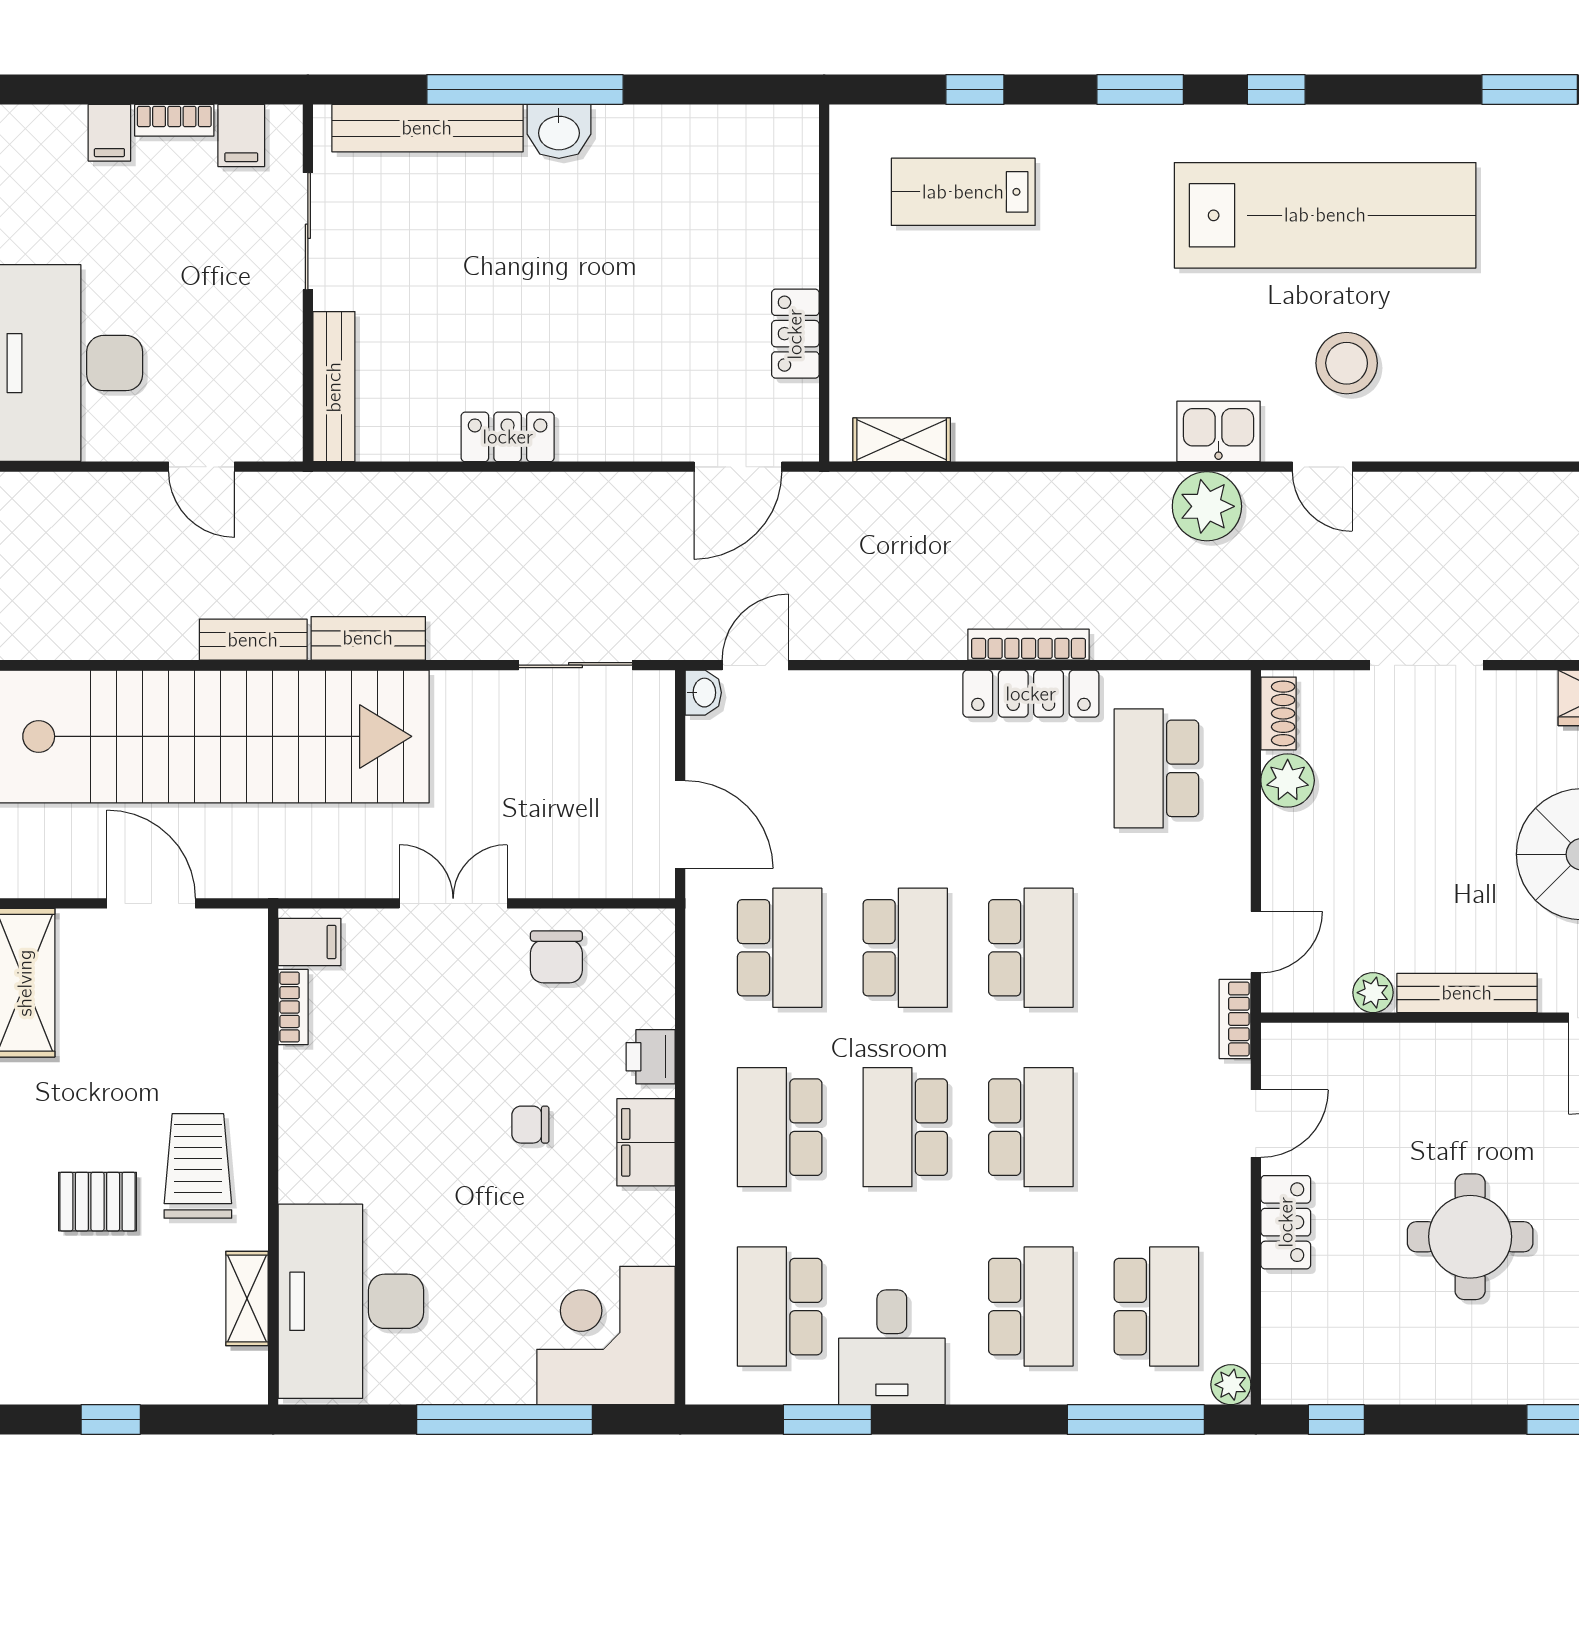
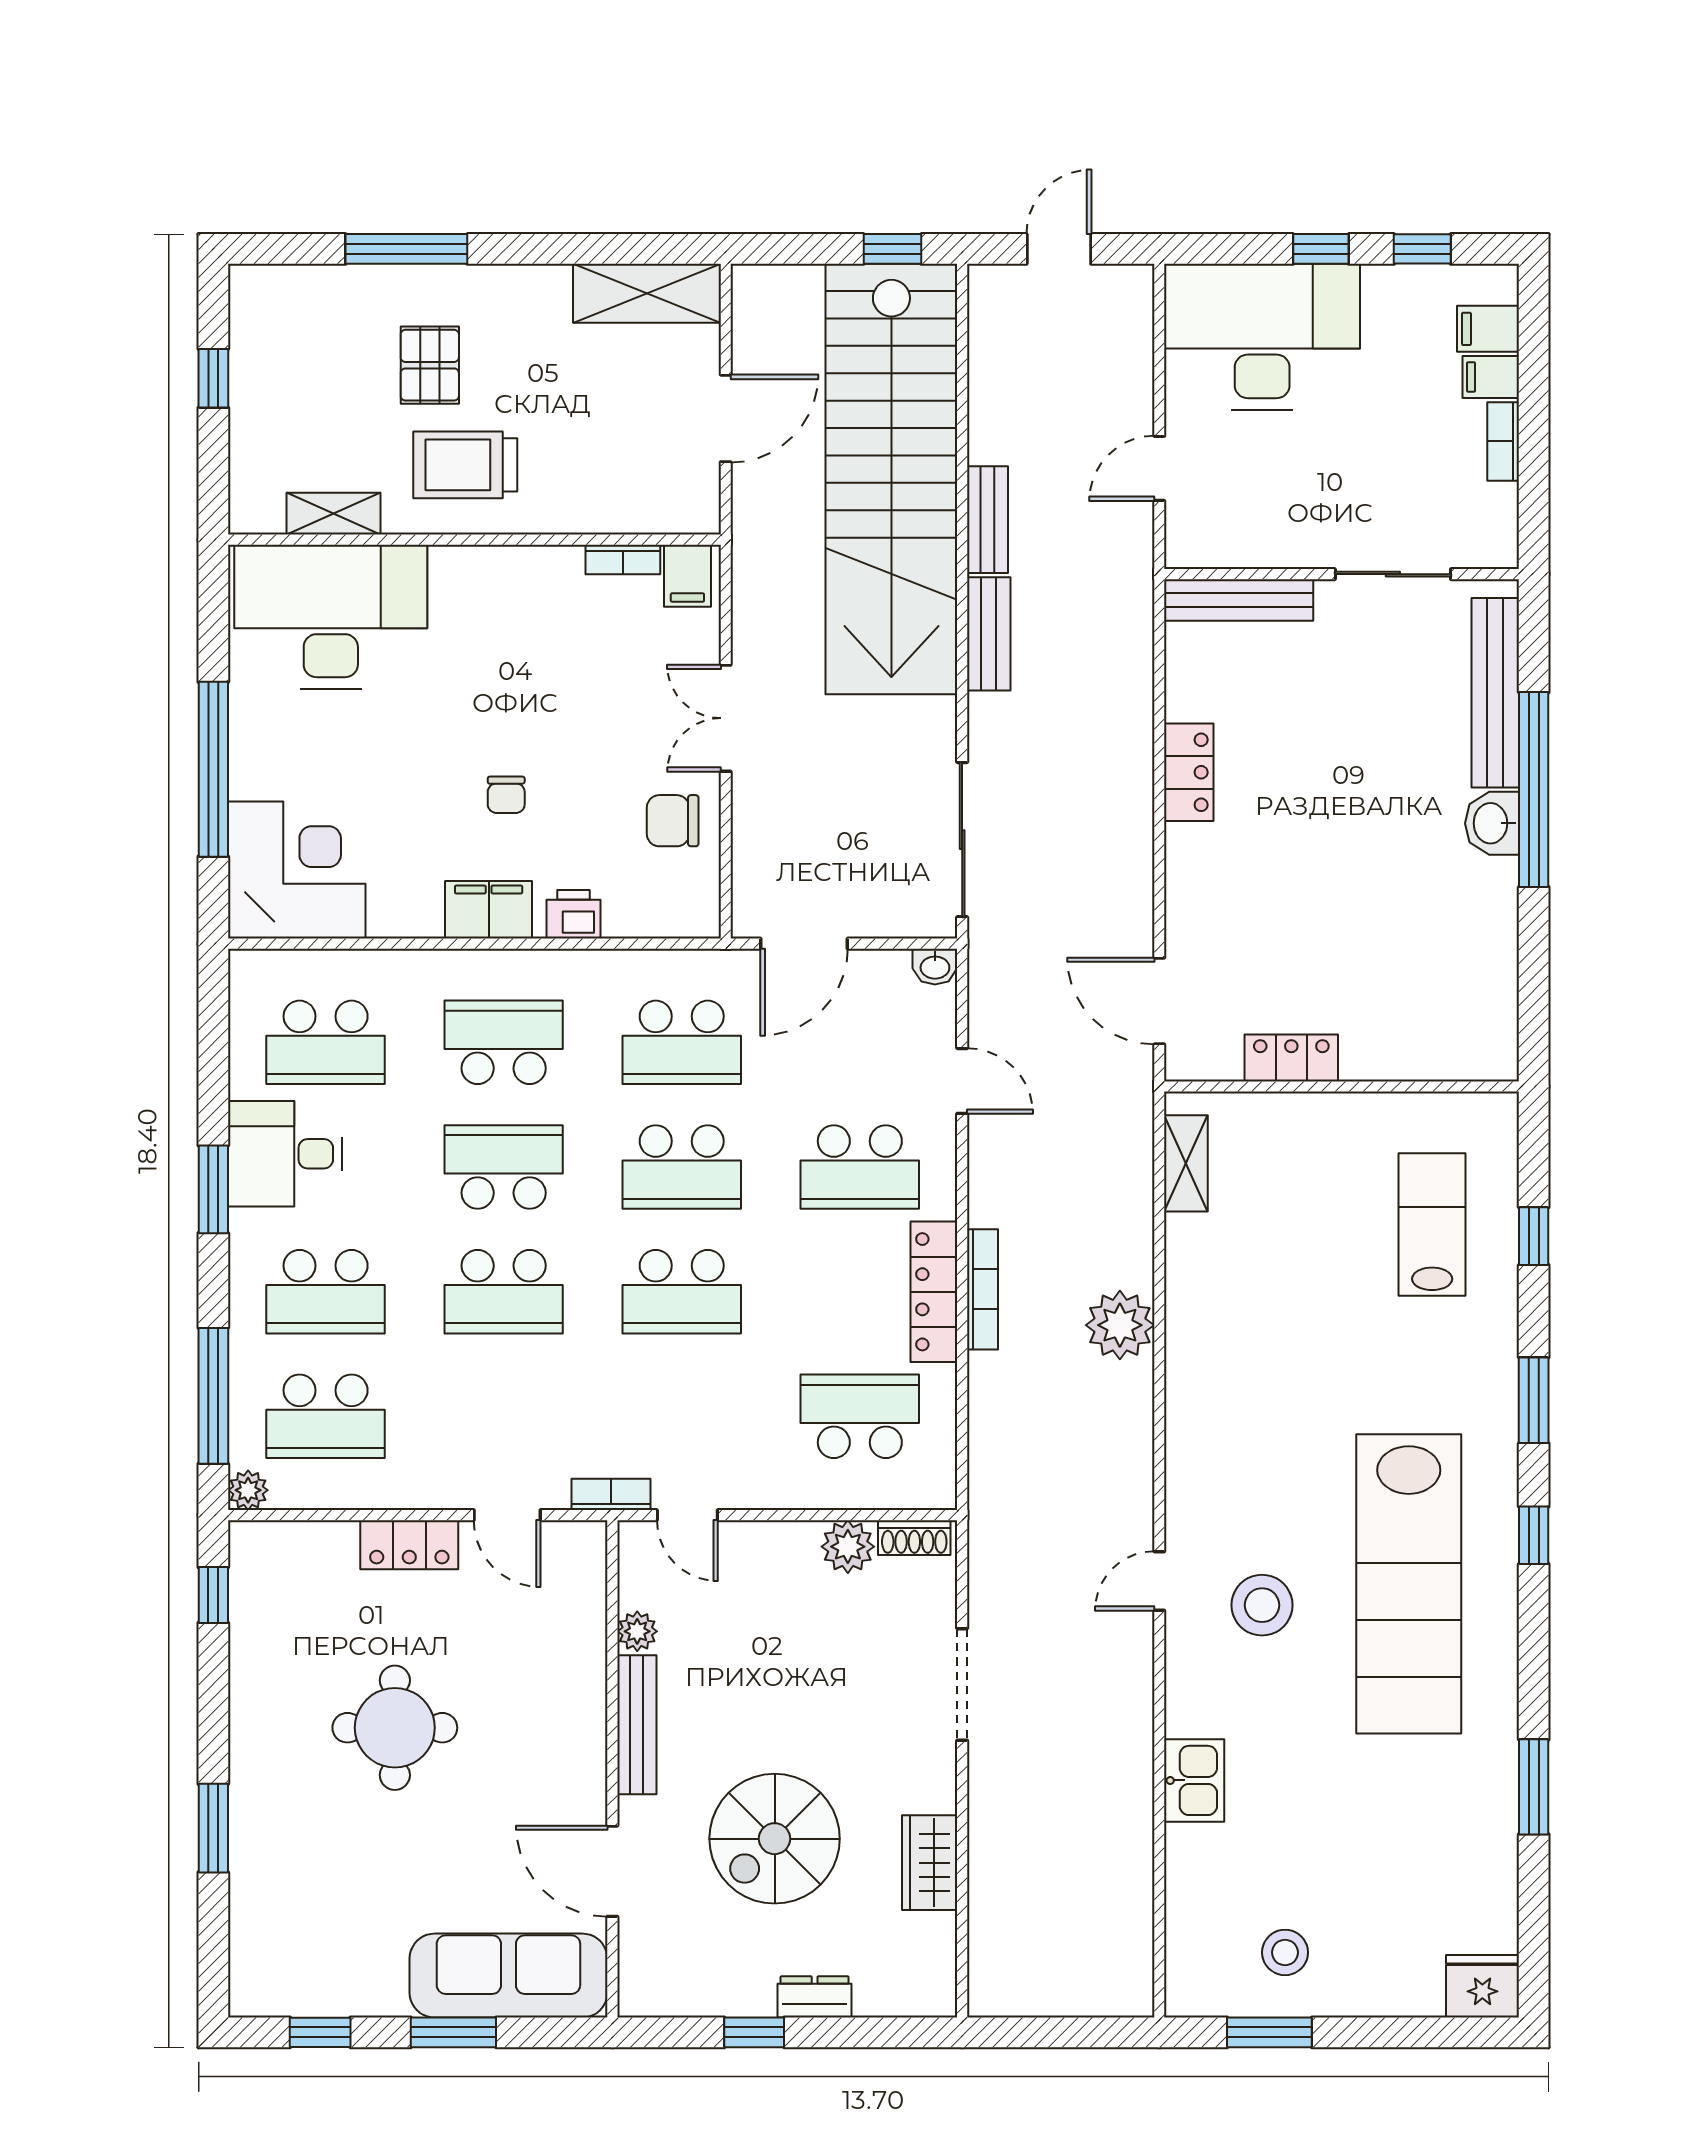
filing cabinet: (241, 135) -> (1488, 329), moved
kitchen sink: (1218, 431) -> (1194, 1780), moved
plant: (1207, 506) -> (1120, 1325), moved
sliding door: (575, 665) -> (962, 840), width x1.37
door: (755, 665) -> (962, 1081), moved
school desk: (905, 768) -> (860, 1167), added
double door: (453, 903) -> (726, 718), swing flipped
chair: (530, 1125) -> (506, 795), turned 180
trolley: (198, 1166) -> (465, 465), turned 180
school desk: (780, 1307) -> (326, 1042), turned 180
window: (827, 1420) -> (213, 1189), moved

